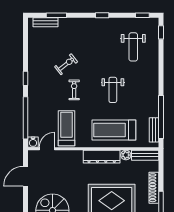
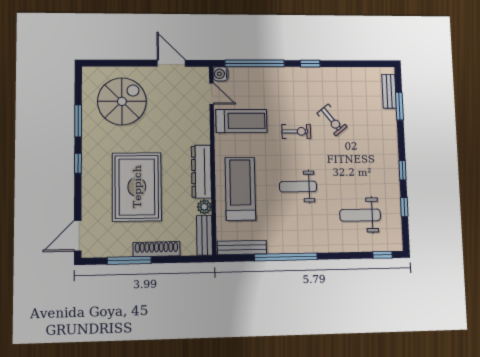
window: (142, 15) -> (404, 207), moved
window: (161, 117) -> (286, 257), moved
bench: (154, 130) -> (242, 248), width x1.36

